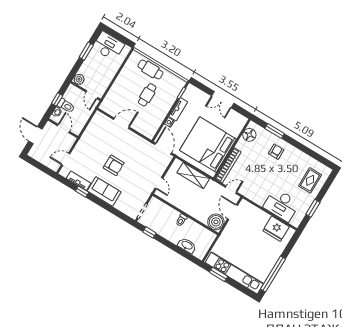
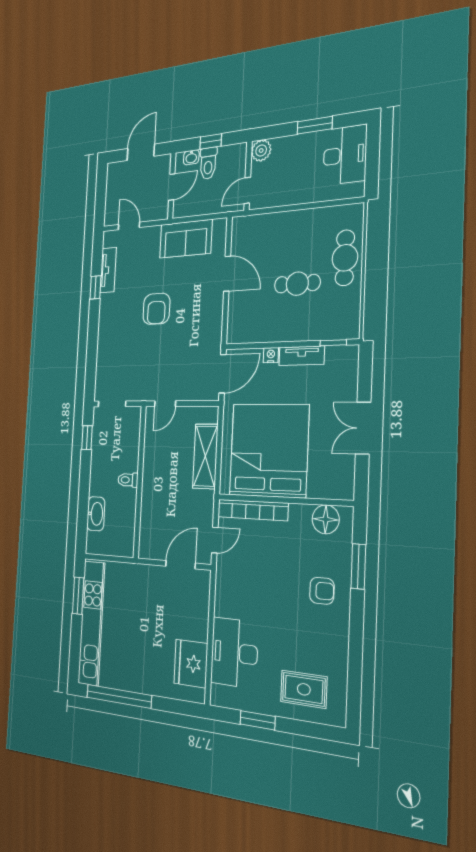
door: (231, 190) -> (215, 540), hinge flipped
sofa: (104, 192) -> (186, 239), moved, turned 90
boiler: (216, 222) -> (152, 543), removed

